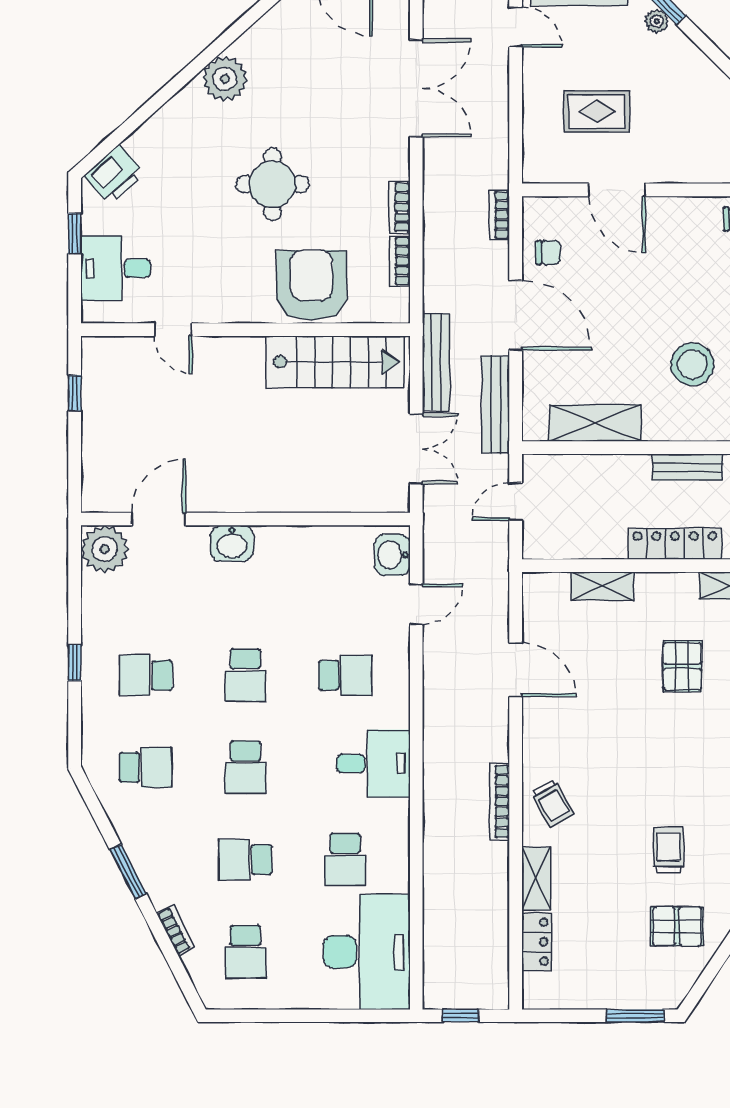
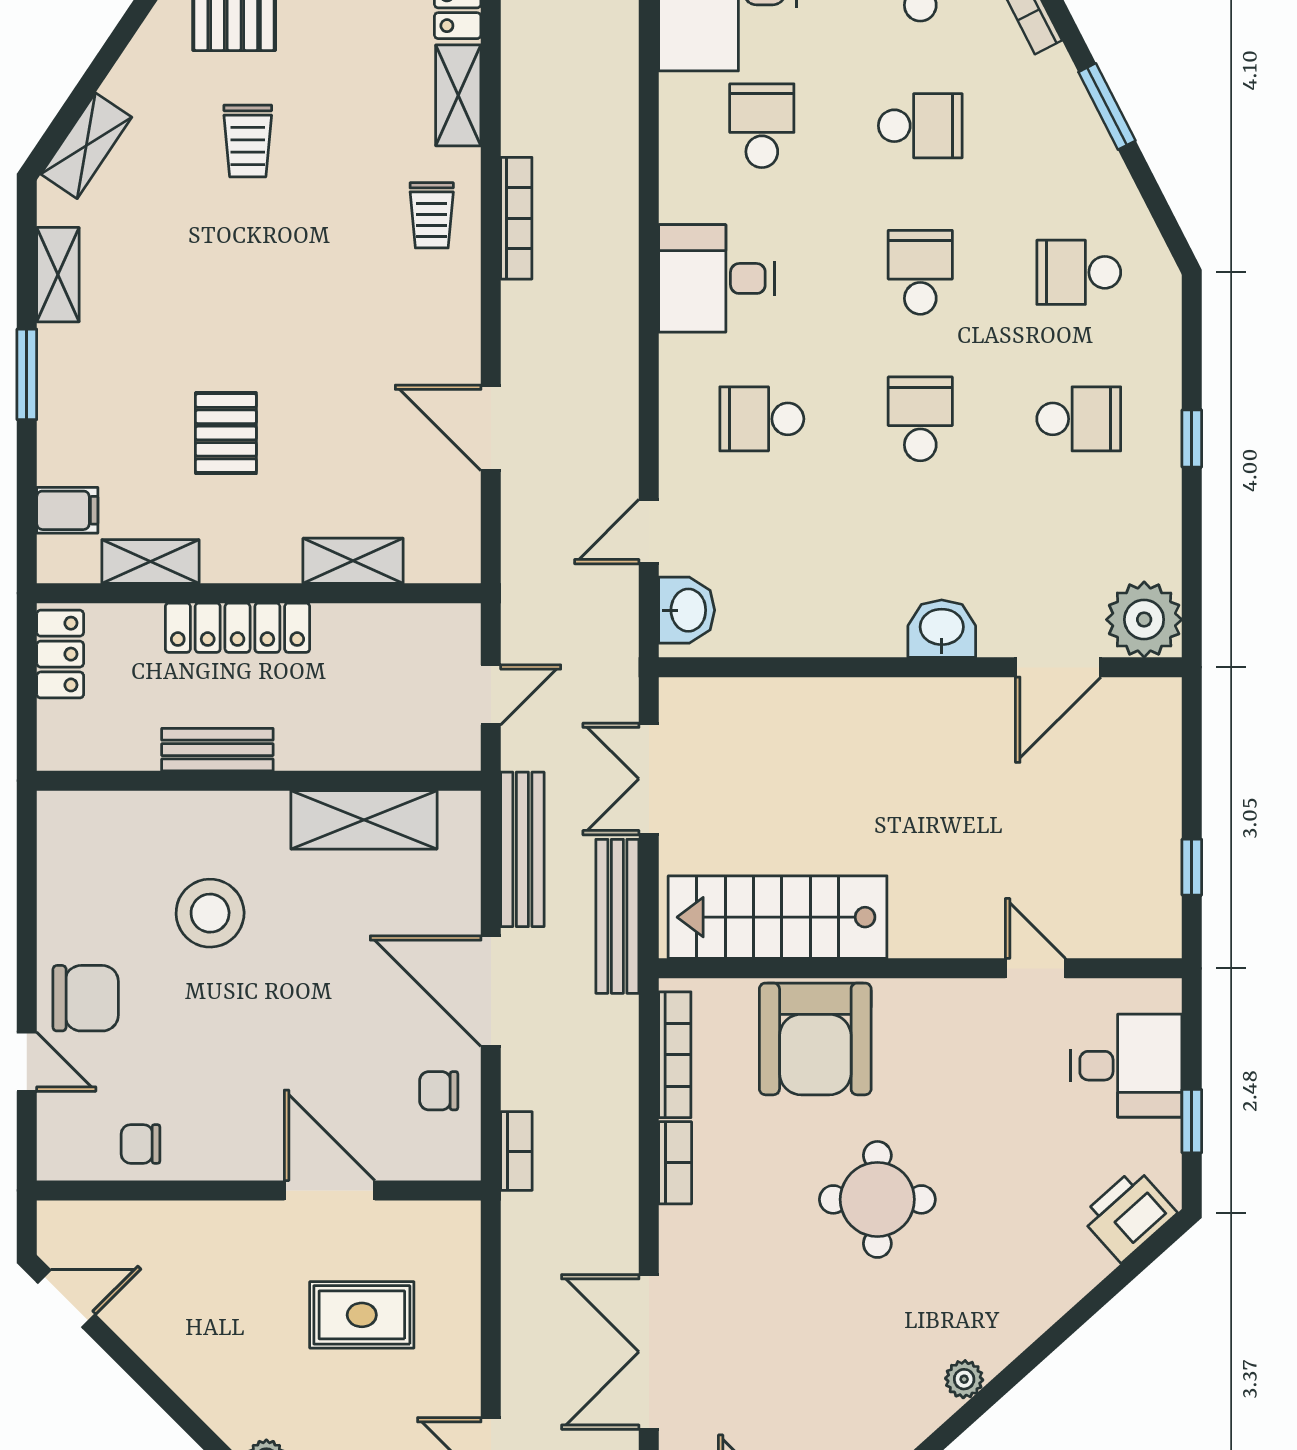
plant: (225, 79) -> (964, 1379), width x0.53, depth x0.53
bookcase: (400, 261) -> (675, 1055), width x1.56
trolley: (553, 803) -> (432, 215), turned -150

